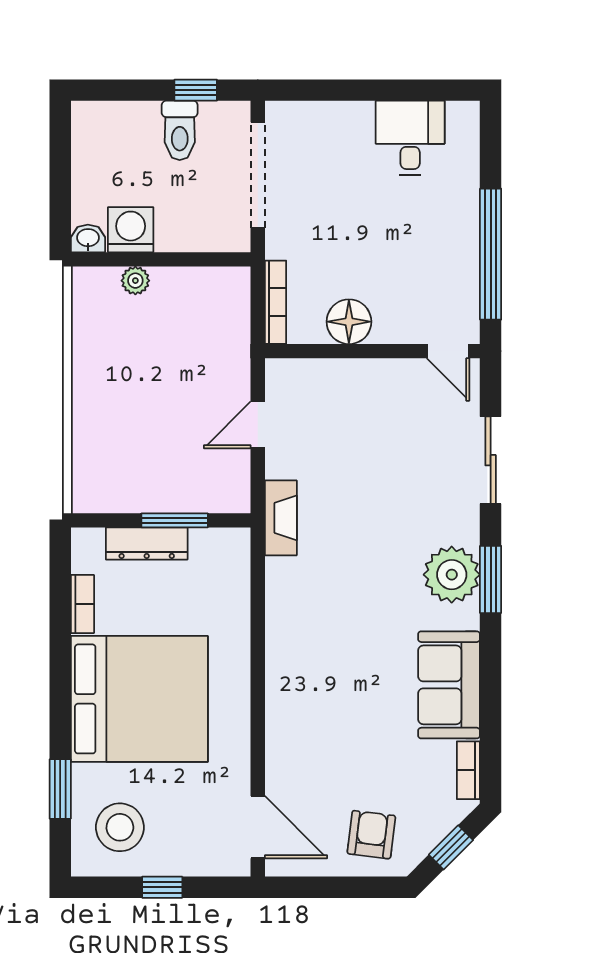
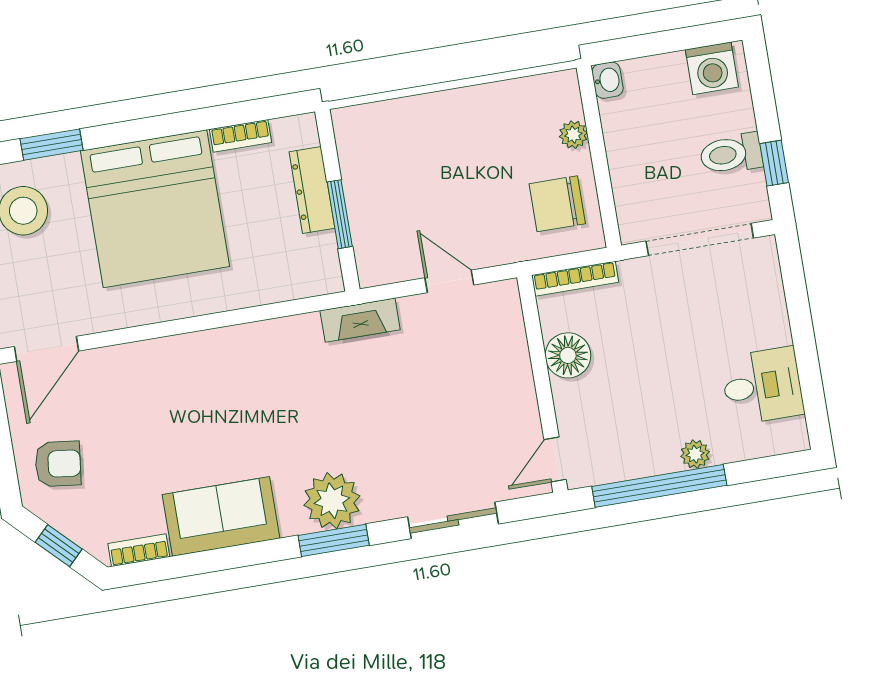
plant: (466, 214) -> (695, 454), added
washing machine: (131, 230) -> (712, 68), moved, turned 90
chair: (200, 307) -> (557, 204), added

